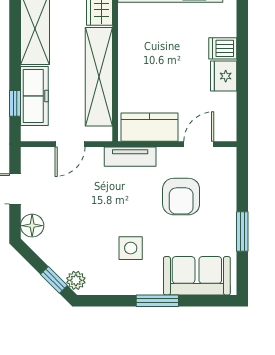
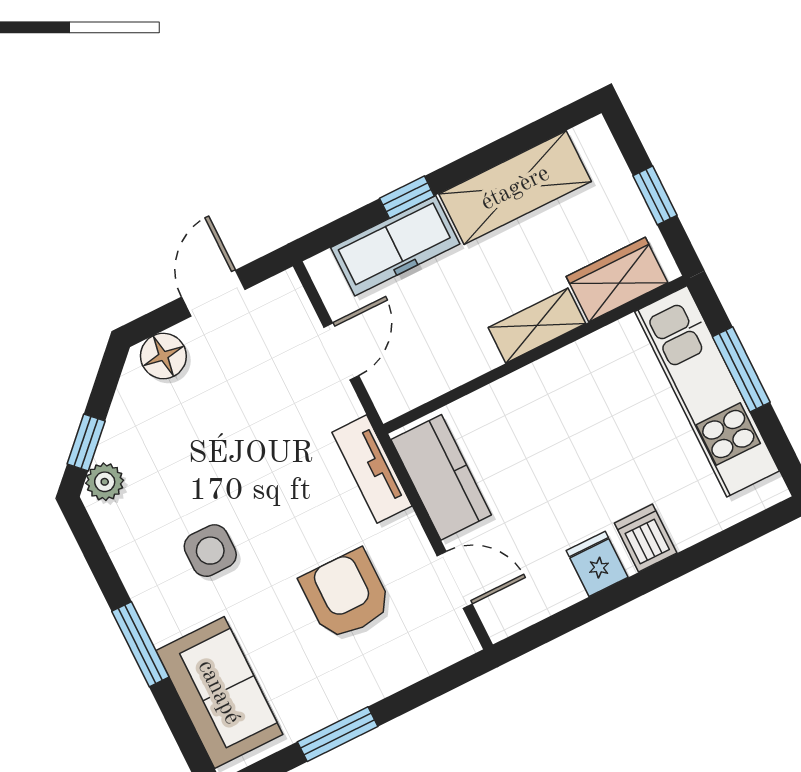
fridge: (224, 76) -> (597, 564), width x0.72
shelving: (99, 77) -> (537, 326), width x0.45, depth x0.75
window: (15, 103) -> (407, 197), moved
door: (70, 144) -> (341, 351), swing flipped
armchair: (181, 197) -> (346, 595), turned 90

